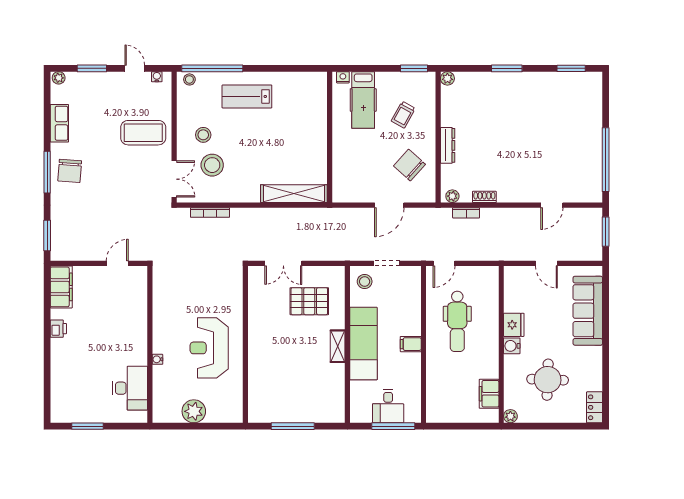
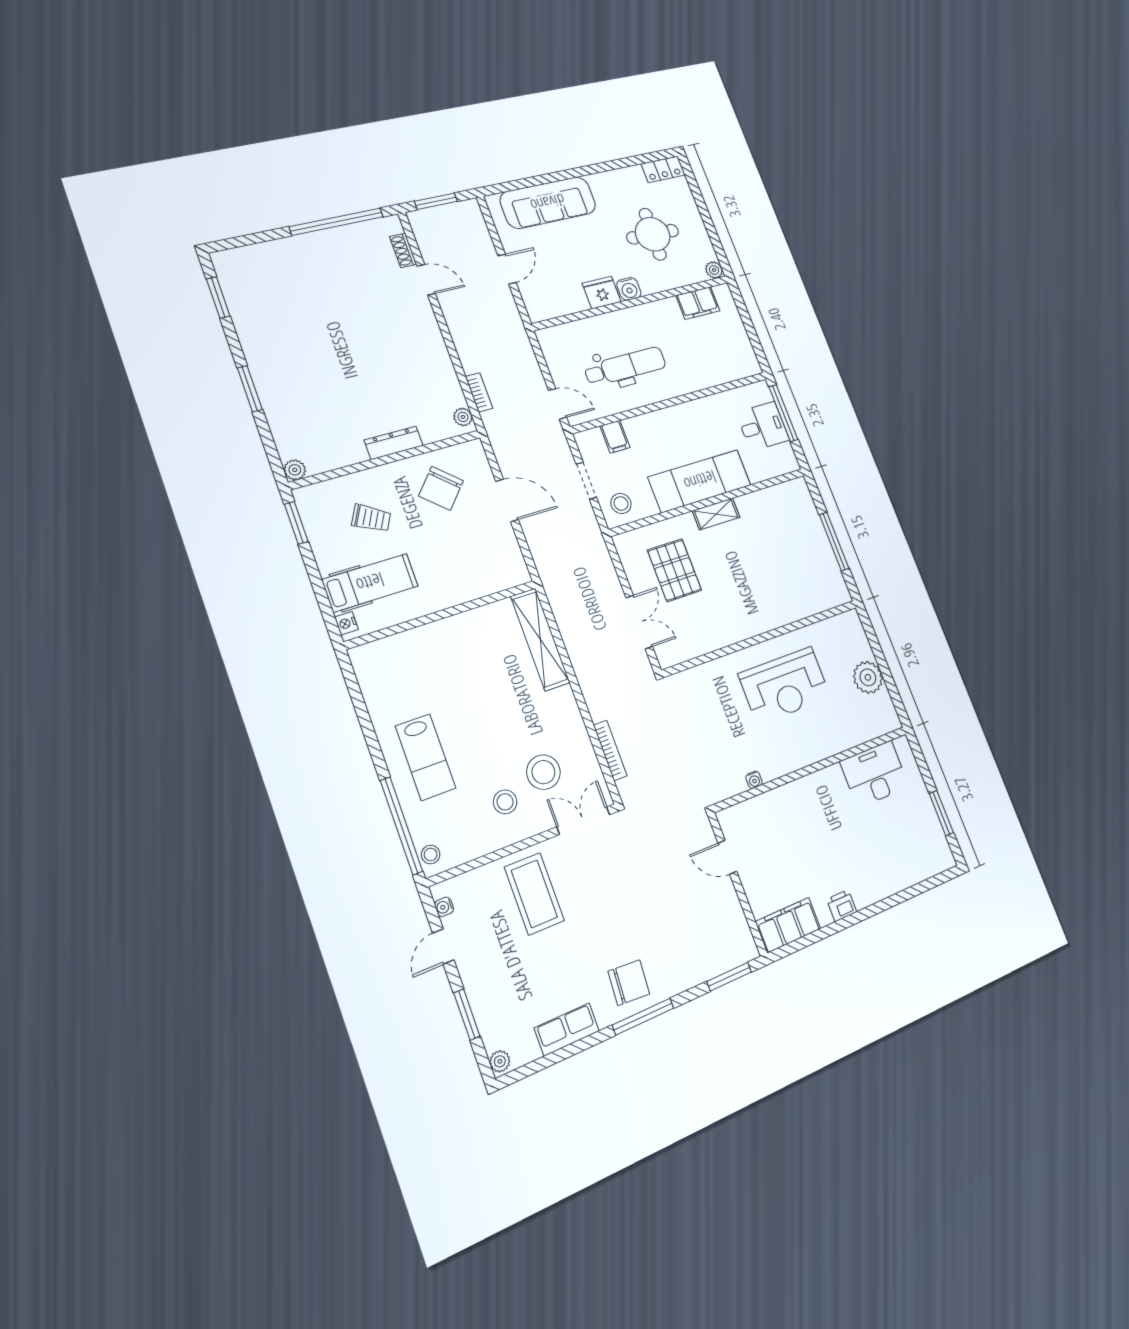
shoe rack: (484, 197) -> (403, 250), moved
filing cabinet: (411, 344) -> (615, 437), moved
water cooler: (157, 359) -> (754, 780), moved

